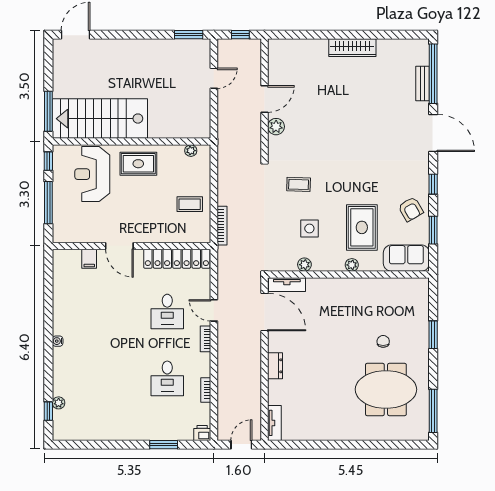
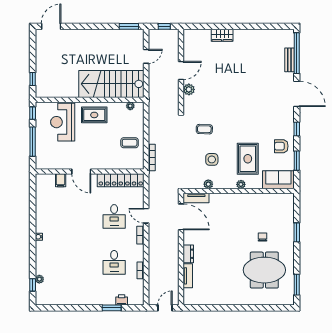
wardrobe: (352, 48) -> (222, 35), moved, width x0.67
window: (48, 111) -> (33, 79), width x0.46
stairs: (100, 119) -> (111, 84), moved
armchair: (411, 209) -> (281, 146), turned 120
window: (433, 411) -> (297, 285), width x0.69
tv unit: (274, 423) -> (188, 276), moved
printer: (202, 433) -> (122, 300), moved

